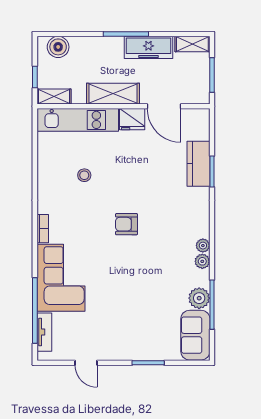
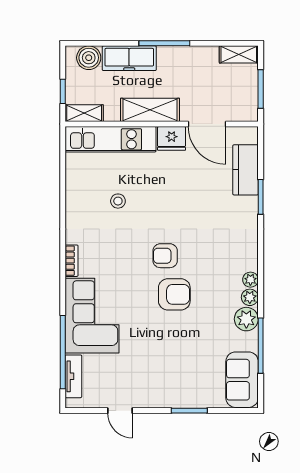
freezer: (148, 47) -> (129, 58), moved
kitchen counter: (198, 164) -> (246, 170), moved
armchair: (135, 259) -> (174, 294), added
plant: (199, 298) -> (246, 319), moved

